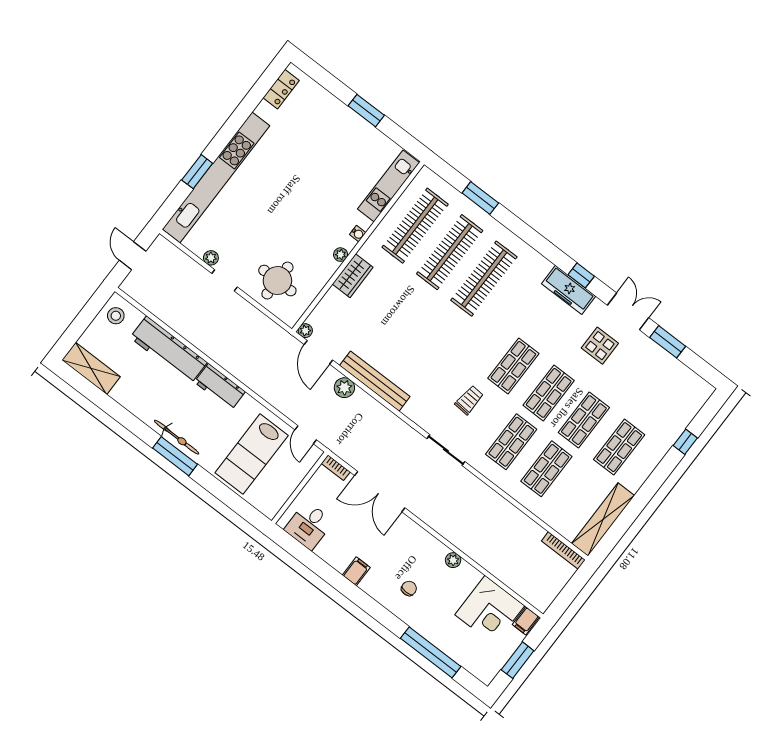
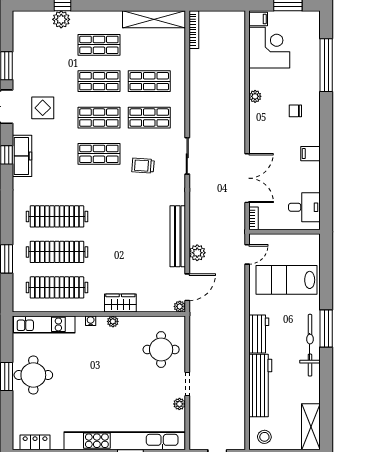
round table: (348, 138) -> (33, 375), added
plant: (672, 429) -> (61, 19), added
bicycle: (177, 437) -> (310, 345), width x1.37, depth x1.40
lab bench: (252, 454) -> (287, 280), turned 180

